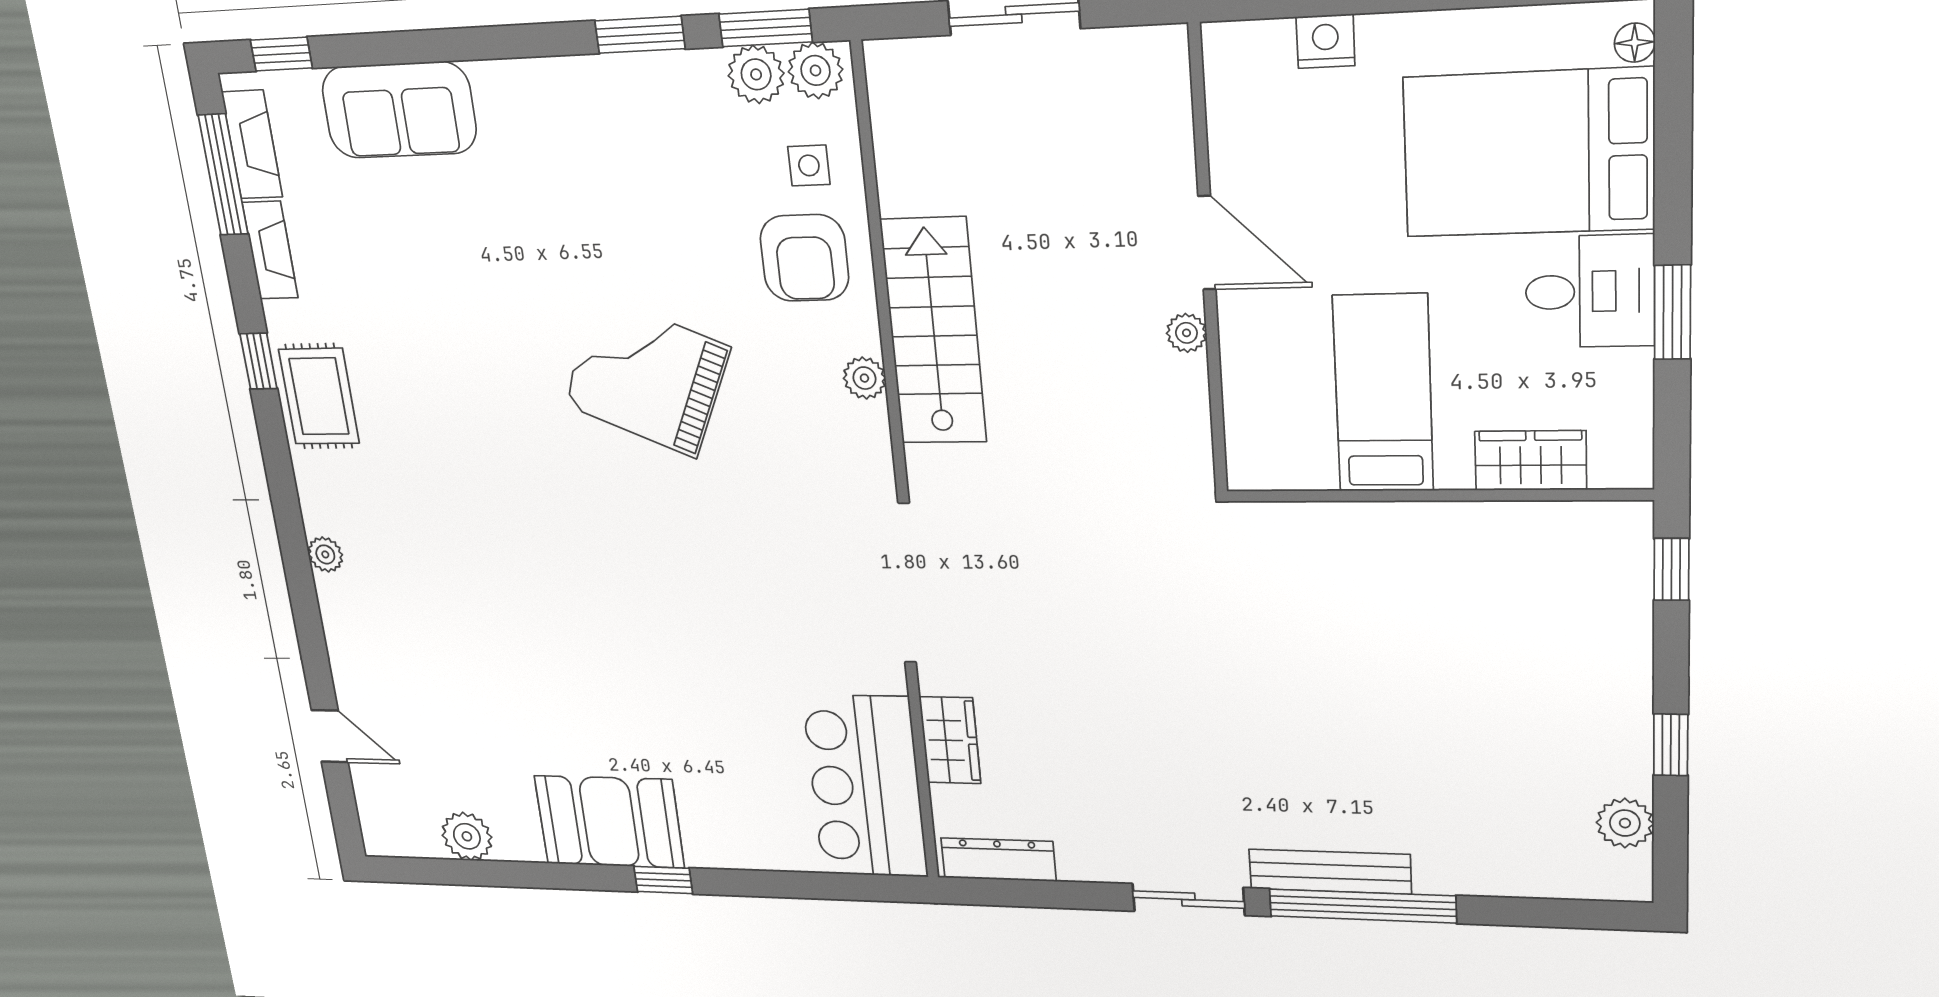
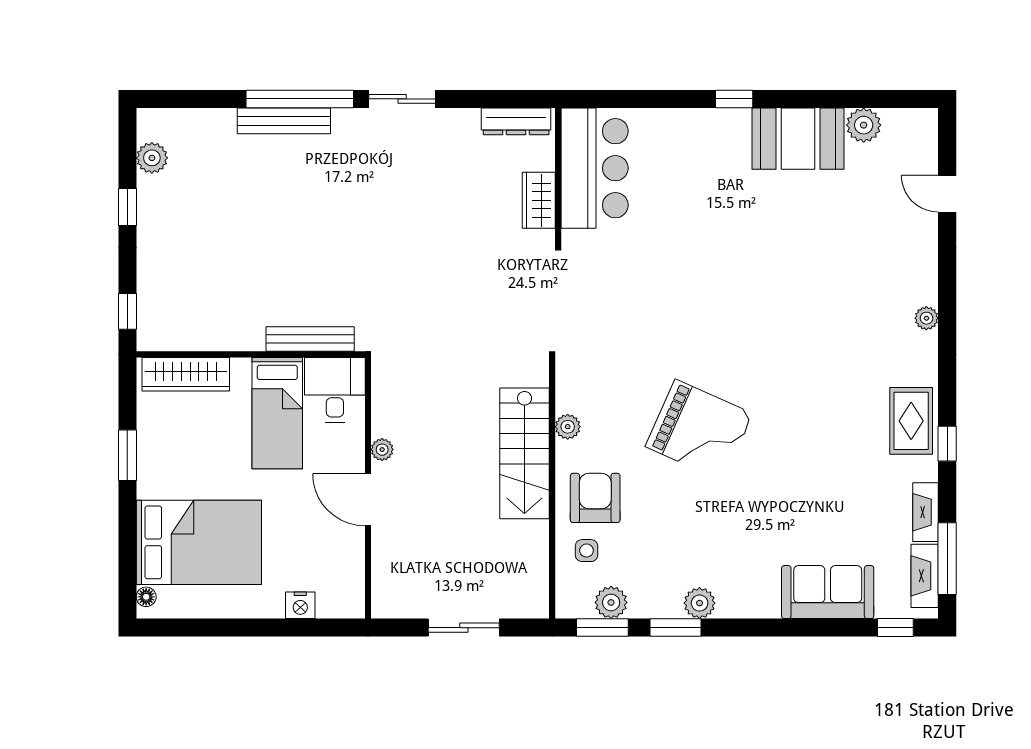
plant: (815, 70) -> (700, 603), moved
desk: (1590, 291) -> (335, 390), moved, turned 90
wardrobe: (1531, 460) -> (186, 374), width x1.50
bench: (1328, 522) -> (310, 339), added
booth: (609, 822) -> (798, 139), moved
bench: (1330, 872) -> (284, 121), moved

